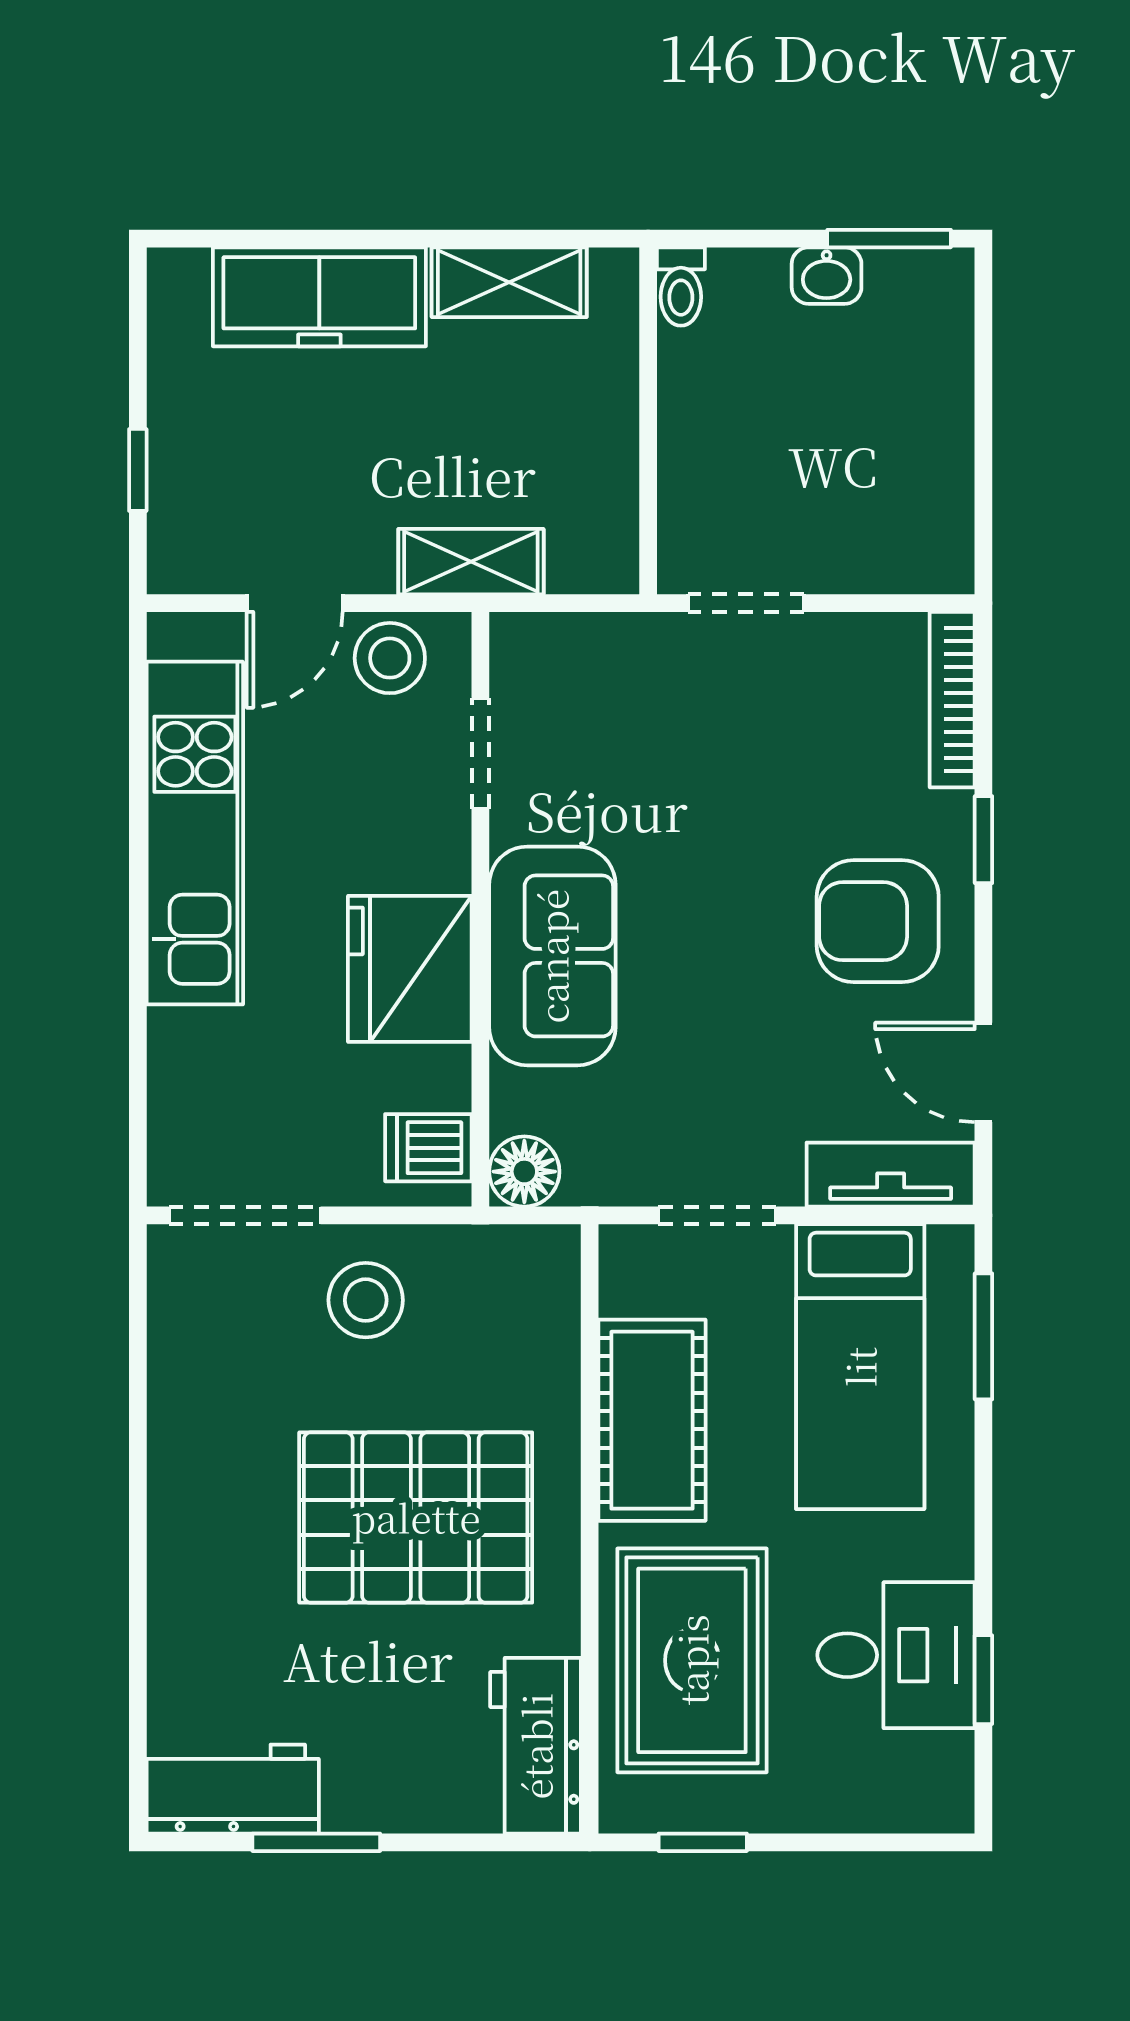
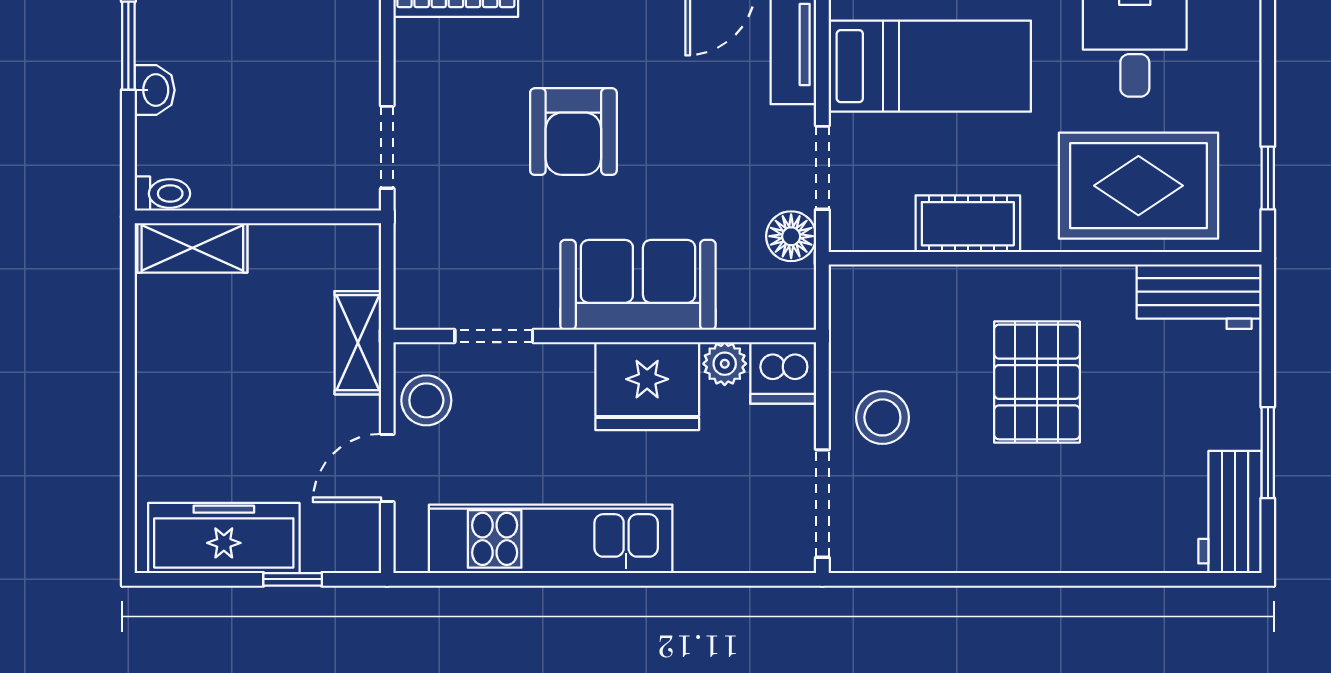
shelving: (509, 282) -> (192, 248), moved, turned 90
freezer: (319, 297) -> (224, 538), moved, turned -90
door: (295, 603) -> (387, 468), swing flipped
armchair: (878, 921) -> (573, 132), moved
plant: (441, 1078) -> (725, 364), added
dishwasher: (428, 1148) -> (783, 373), width x1.38
floor lamp: (524, 1172) -> (791, 236), moved
cot: (652, 1420) -> (968, 224), width x0.73, depth x0.75
pallet: (416, 1517) -> (1037, 382), width x0.73, depth x0.71

